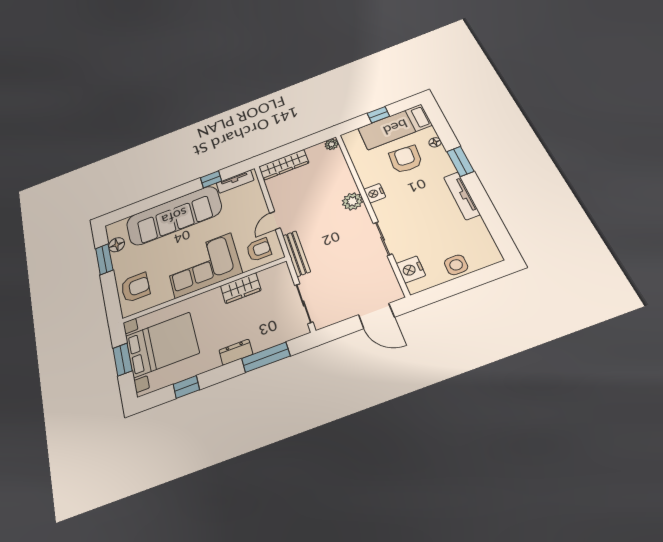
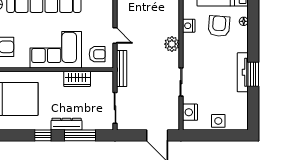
window: (460, 161) -> (253, 74), moved
nightstand: (375, 193) -> (189, 26), moved
door: (275, 221) -> (115, 36), swing flipped
dresser: (236, 352) -> (67, 124), width x1.44
window: (186, 387) -> (43, 135), moved

